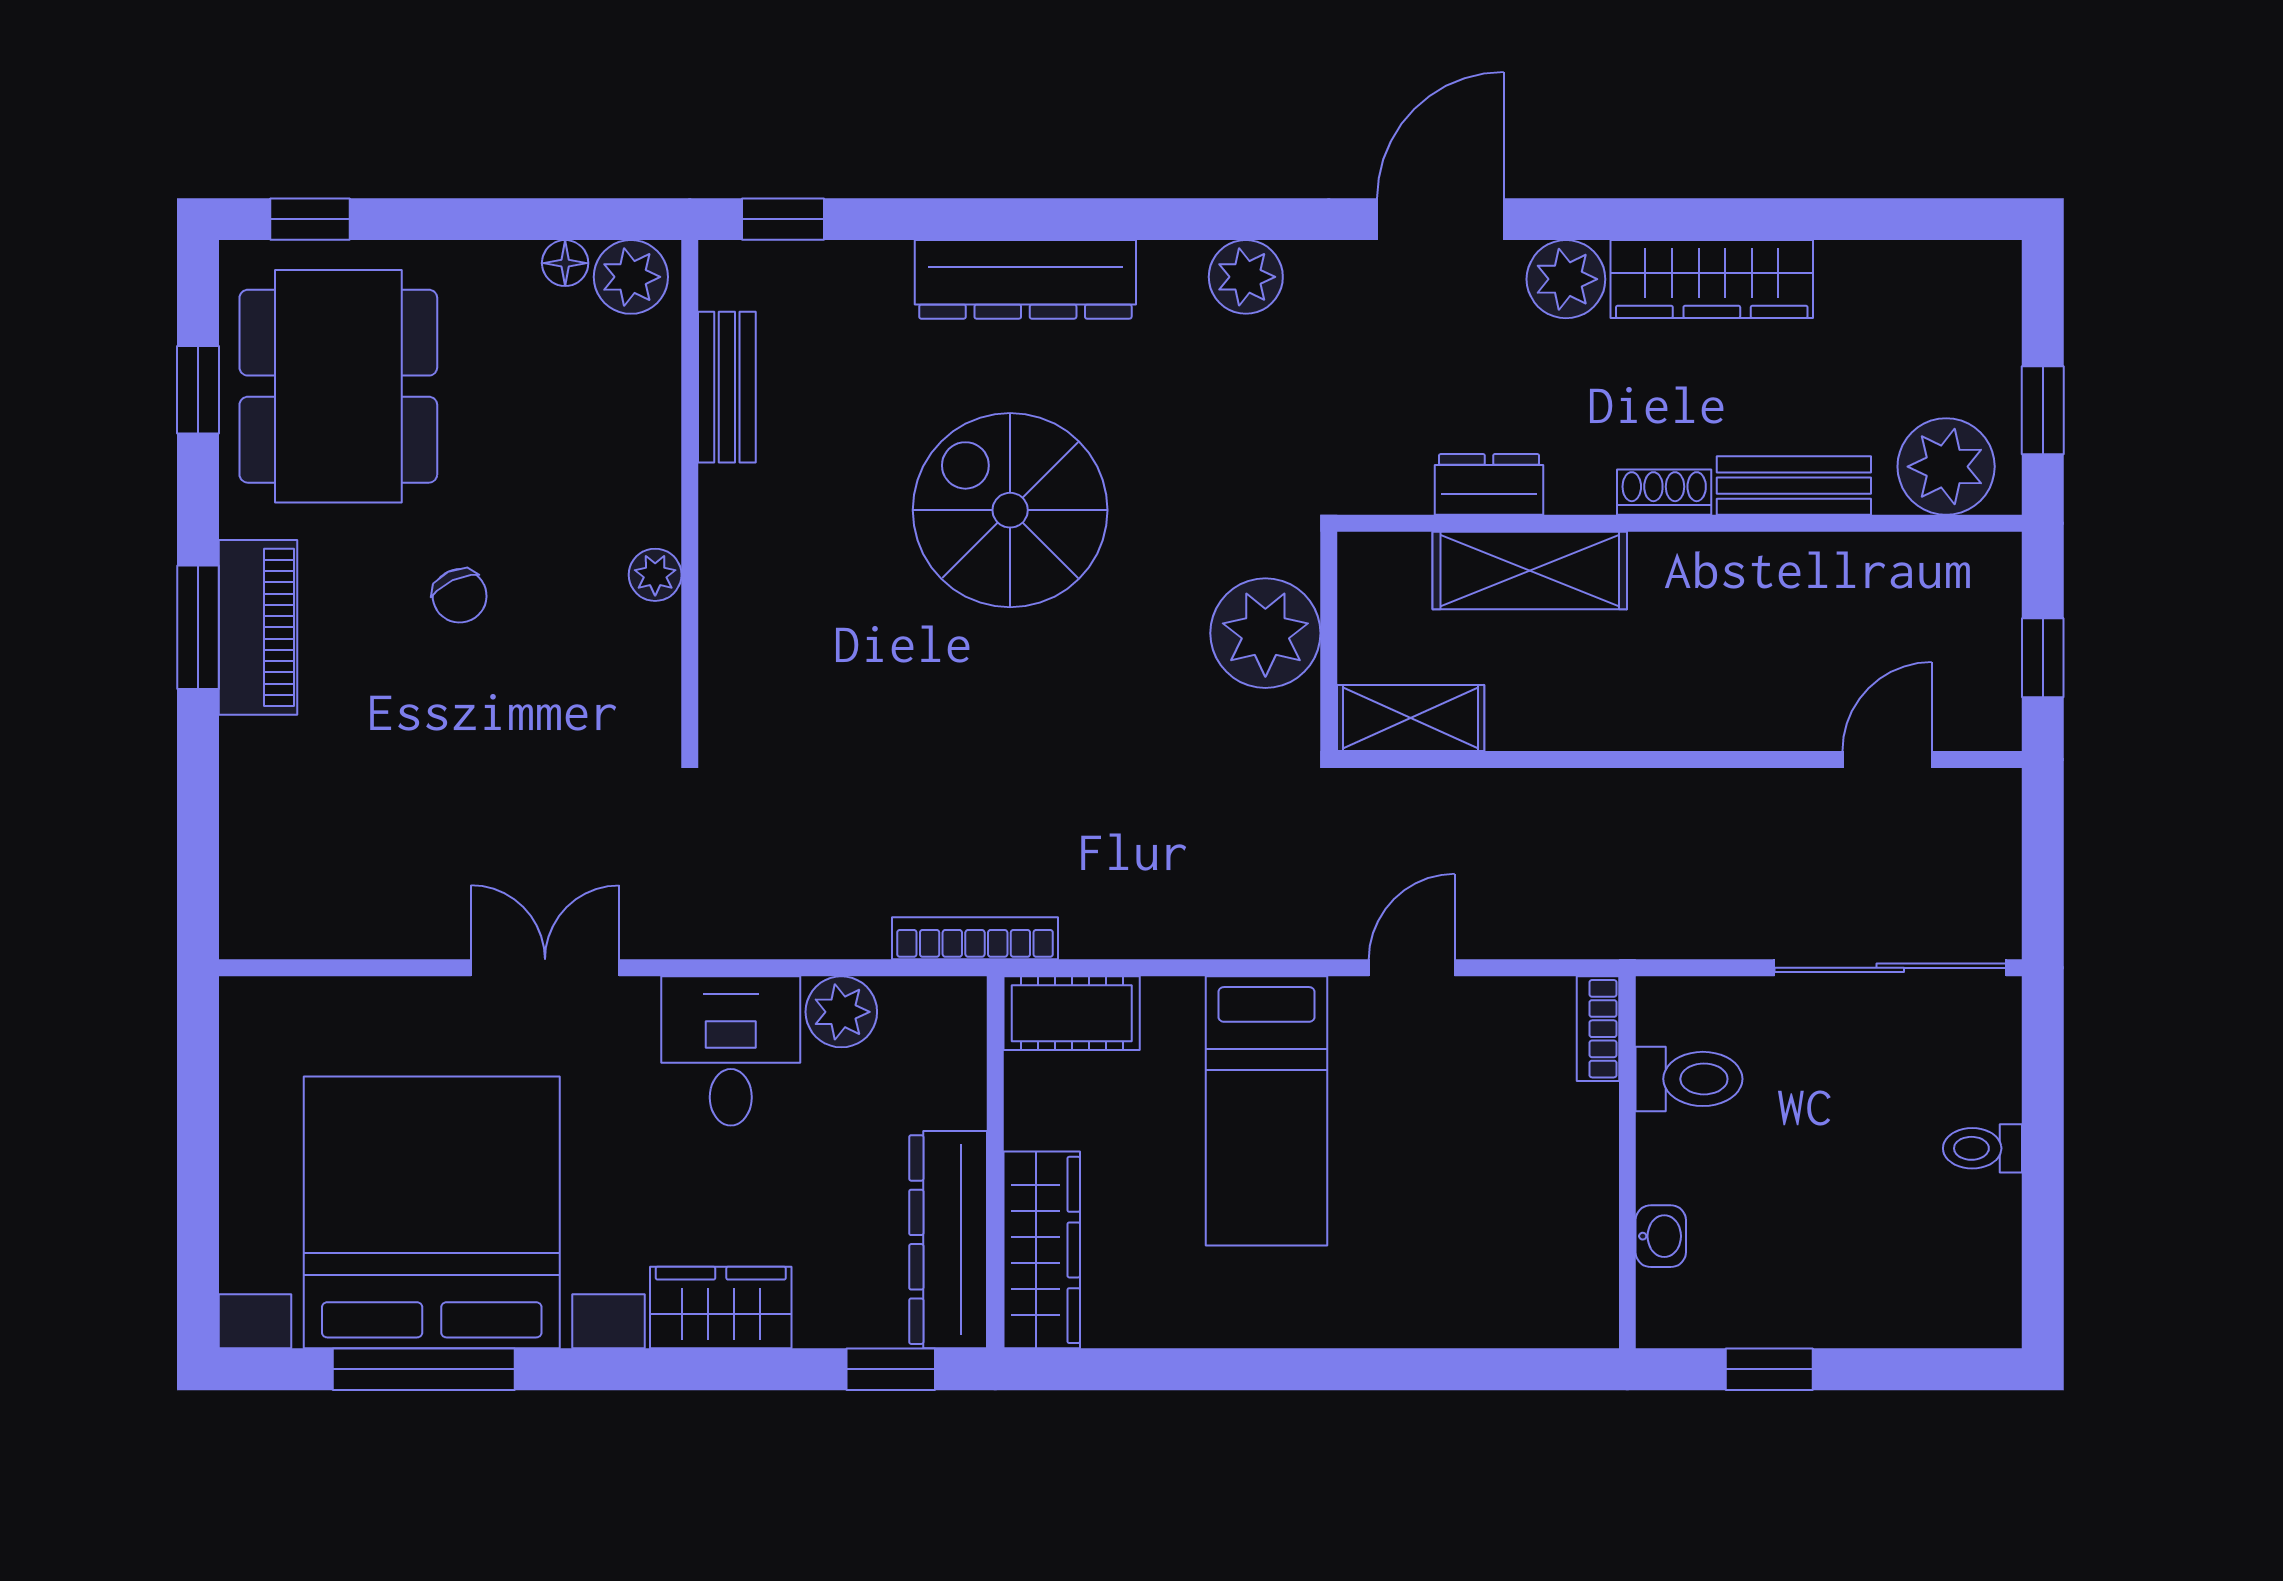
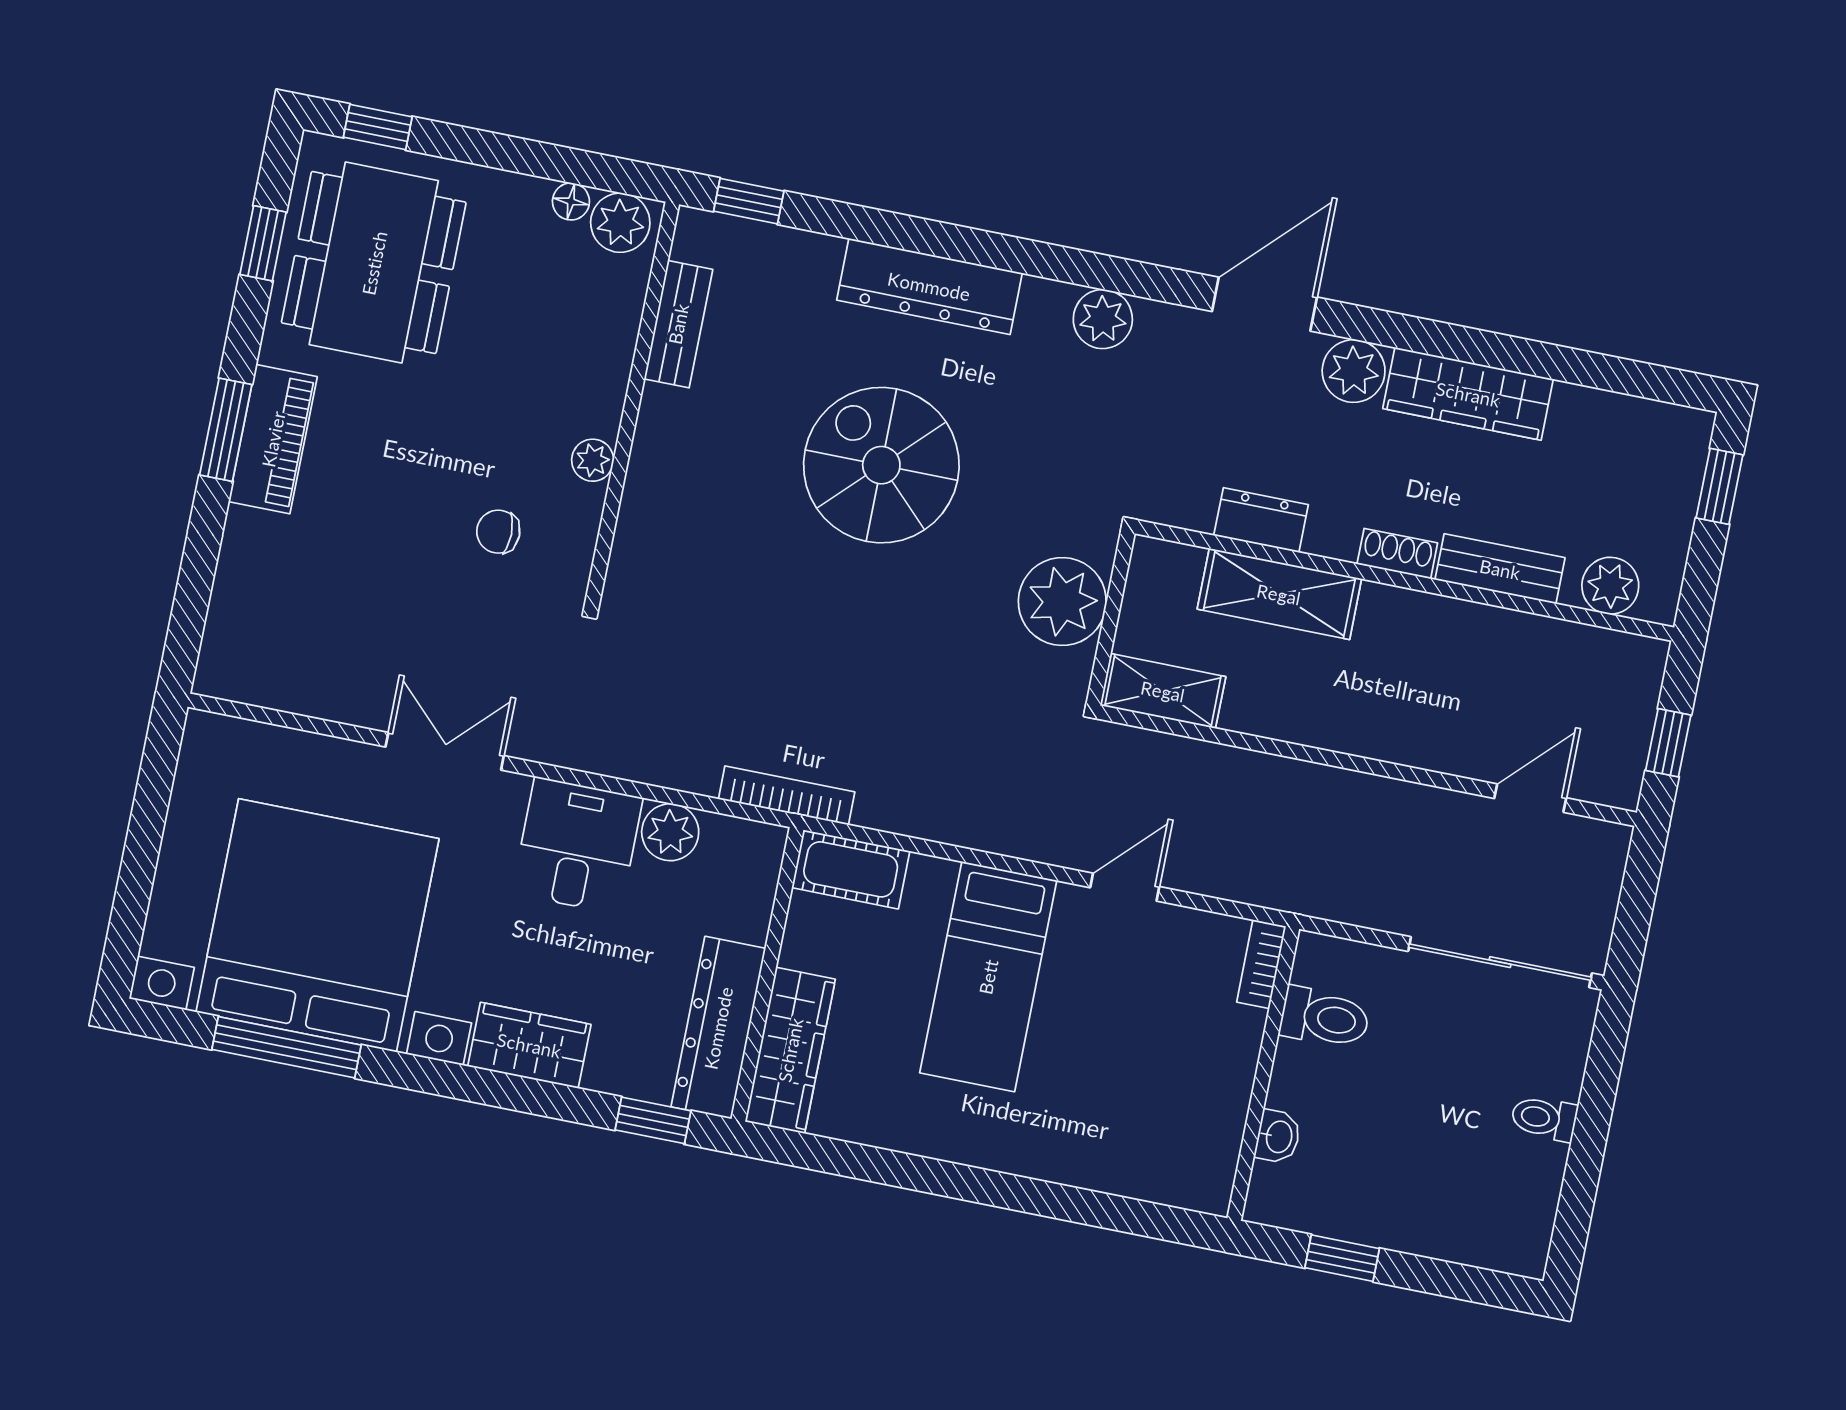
window: (2043, 410) -> (1719, 486), moved
plant: (1946, 467) -> (1610, 586), width x0.73, depth x0.73
chair: (460, 596) -> (498, 532), moved, turned 115

